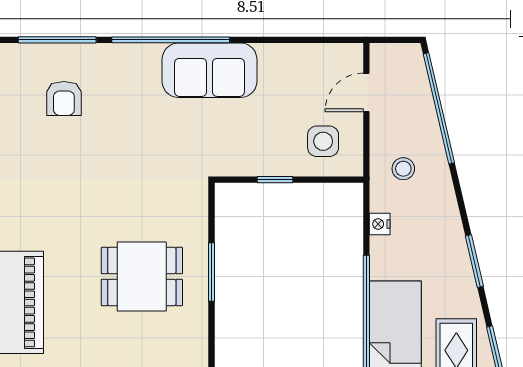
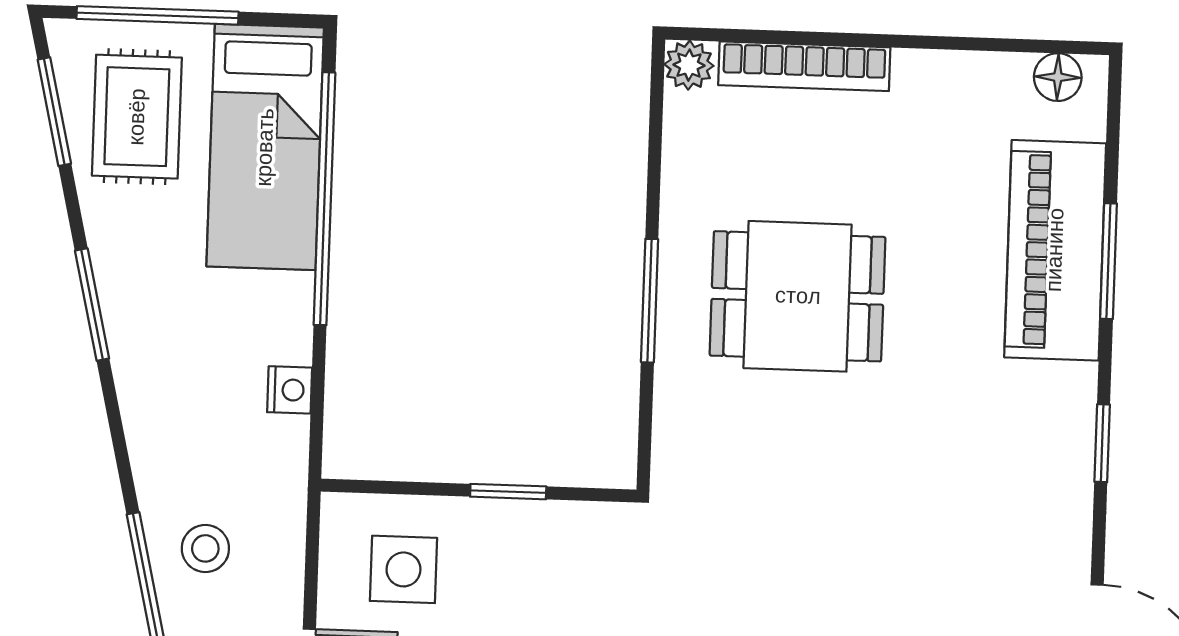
stool: (403, 169) -> (205, 548), moved

